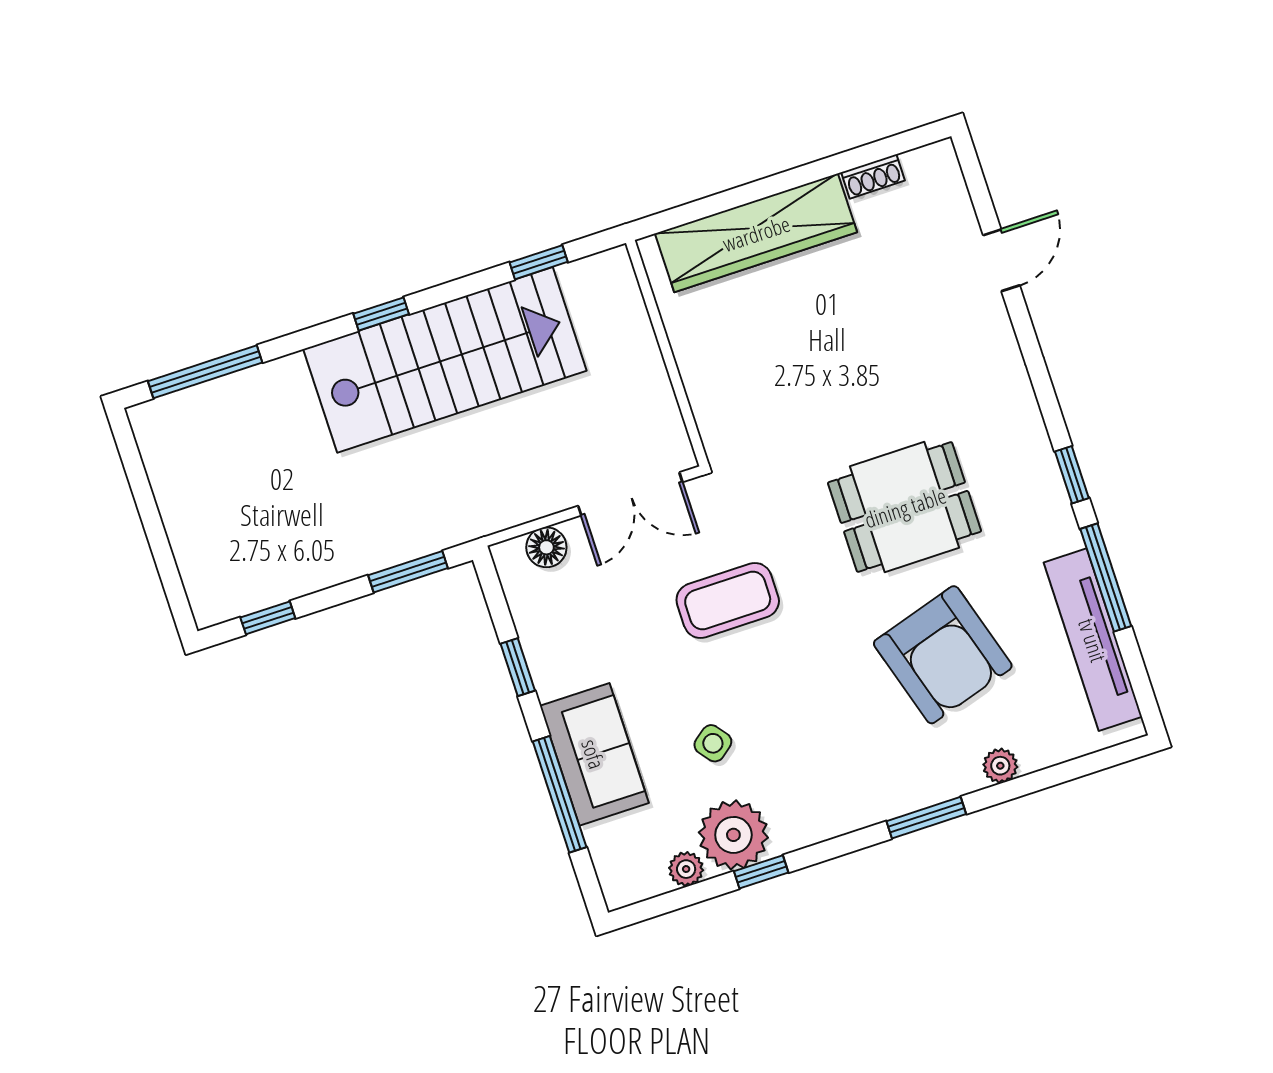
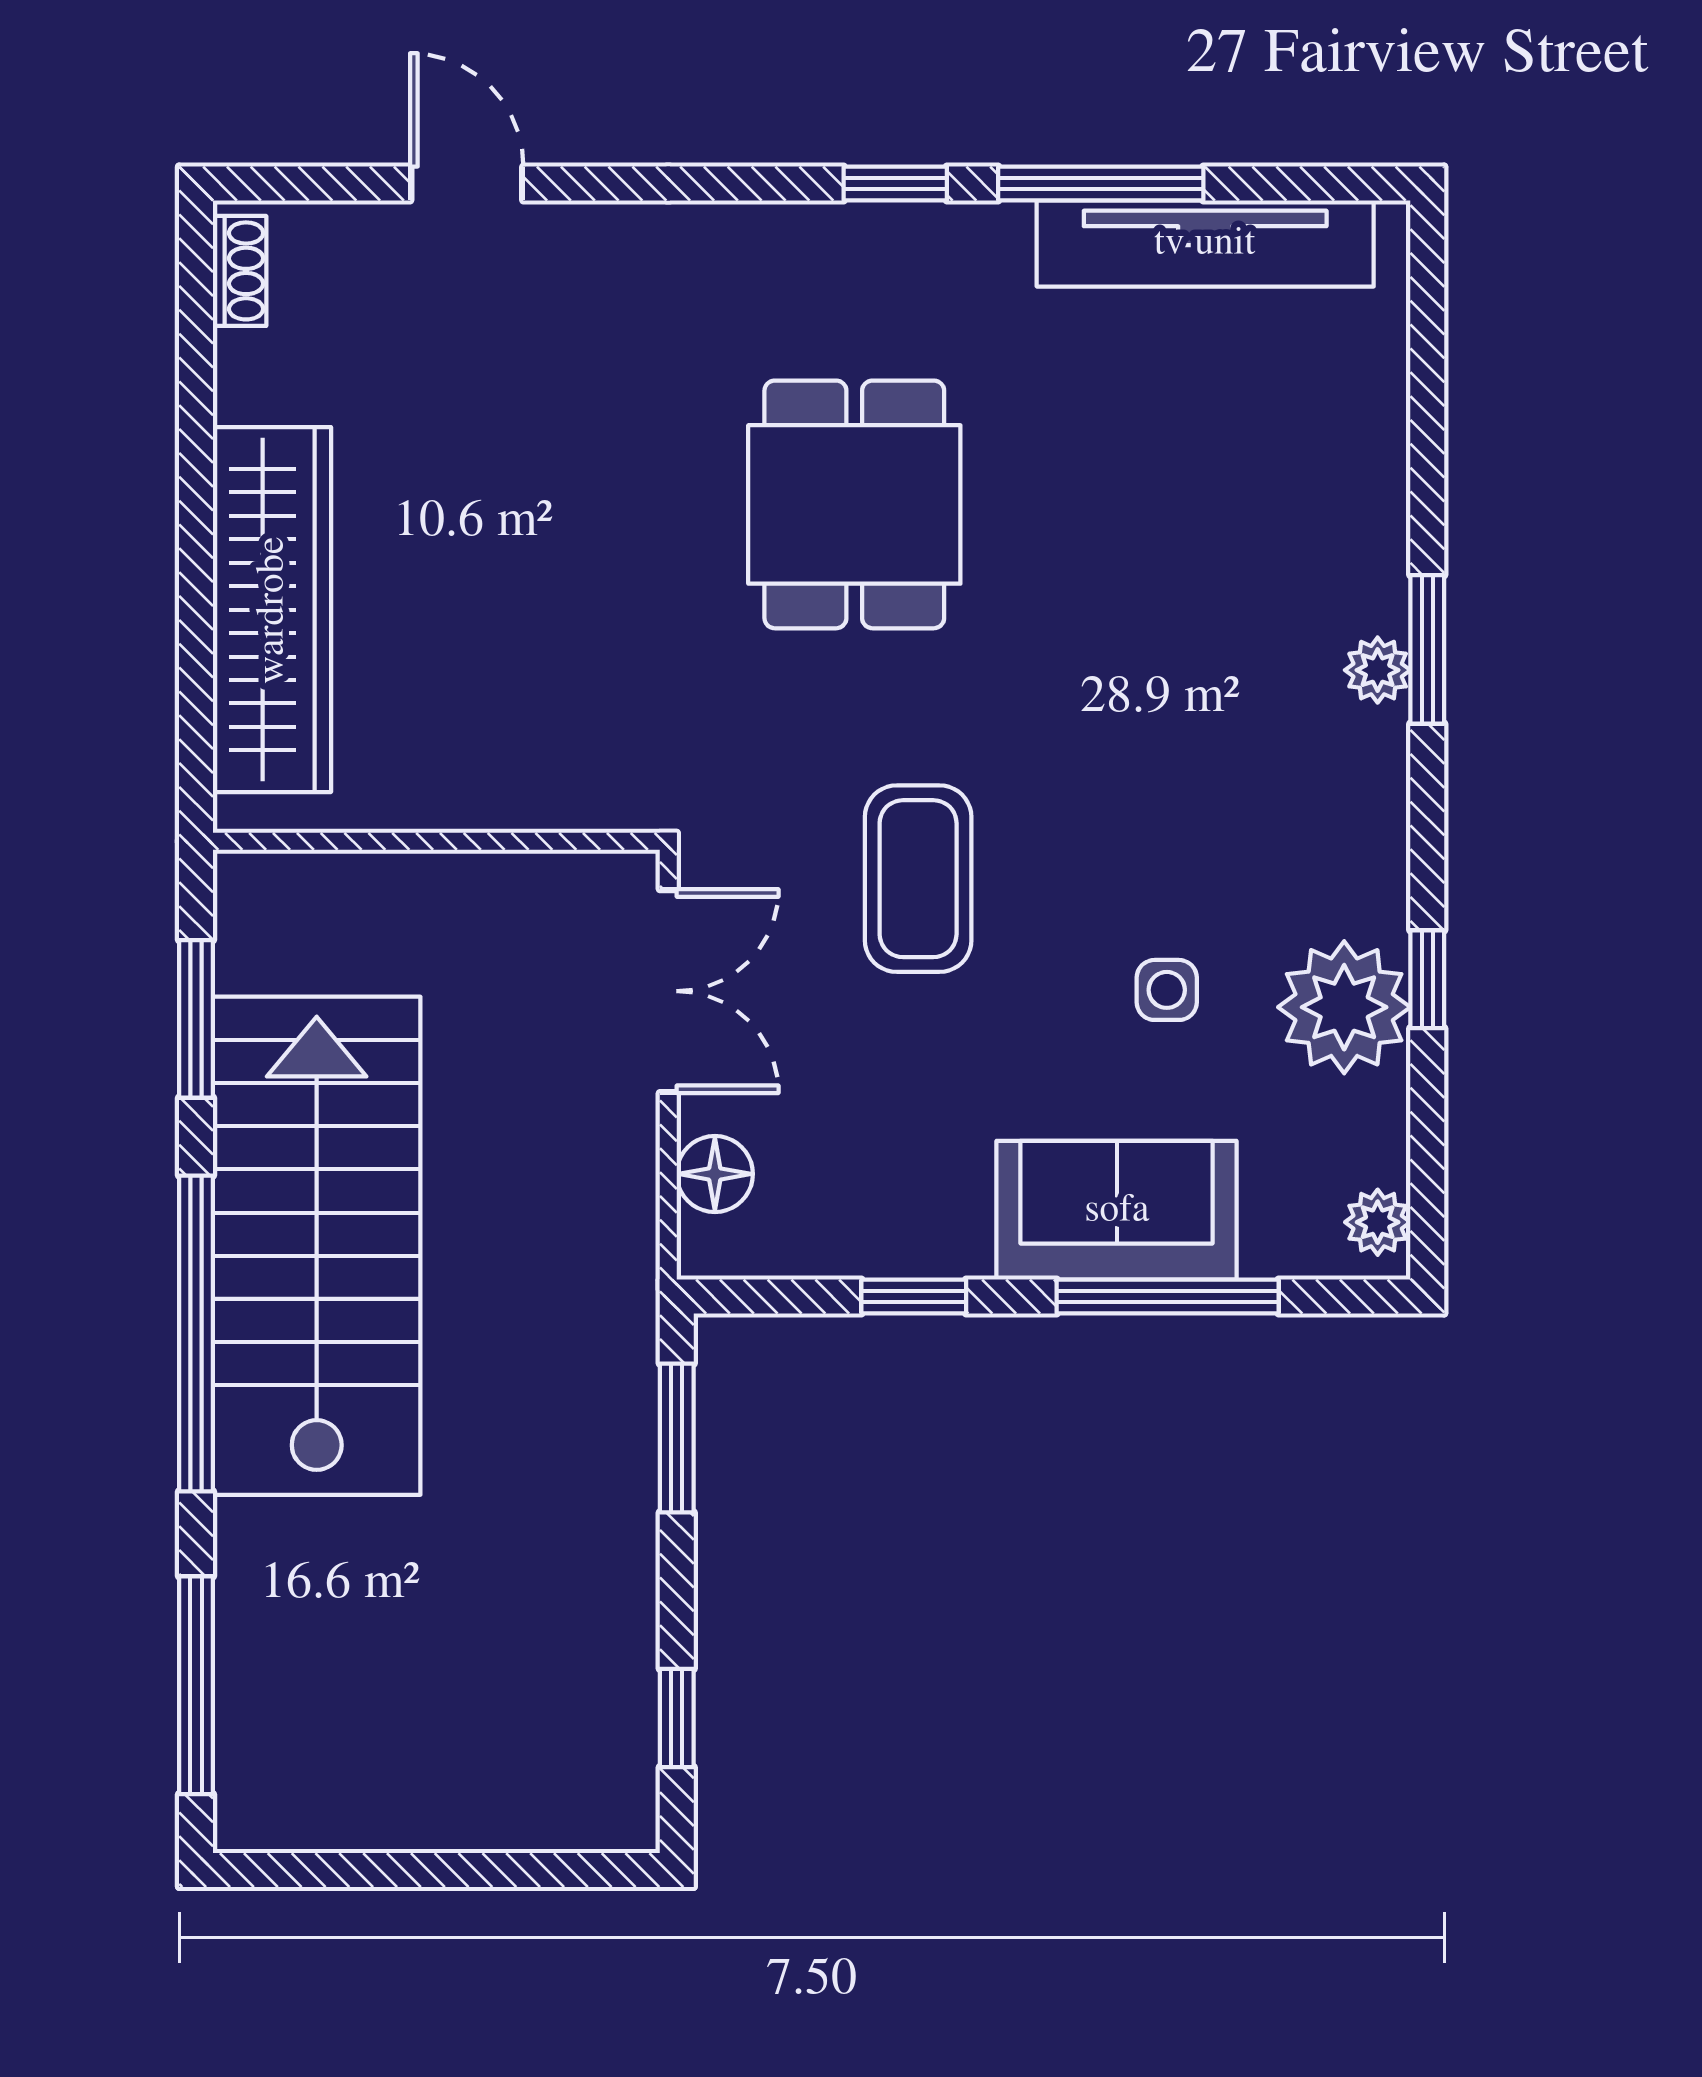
shoe rack: (873, 176) -> (240, 271), moved
window: (539, 262) -> (196, 1019), width x1.50
window: (381, 314) -> (196, 1334), width x3.17
armchair: (943, 655) -> (1143, 523), removed
side table: (713, 743) -> (1167, 990), turned 38
plant: (1000, 766) -> (1378, 670), moved
plant: (686, 869) -> (1378, 1222), moved

